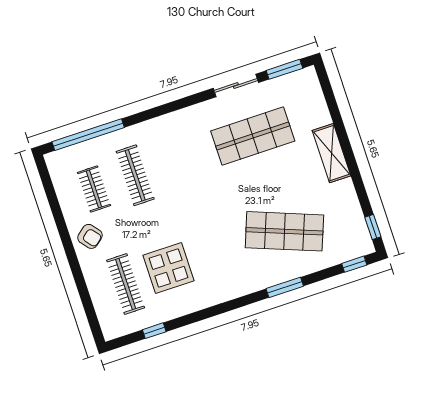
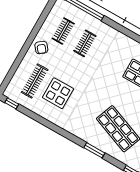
clothes rail: (135, 175) -> (85, 43), width x0.73
window: (154, 331) -> (12, 103), moved

